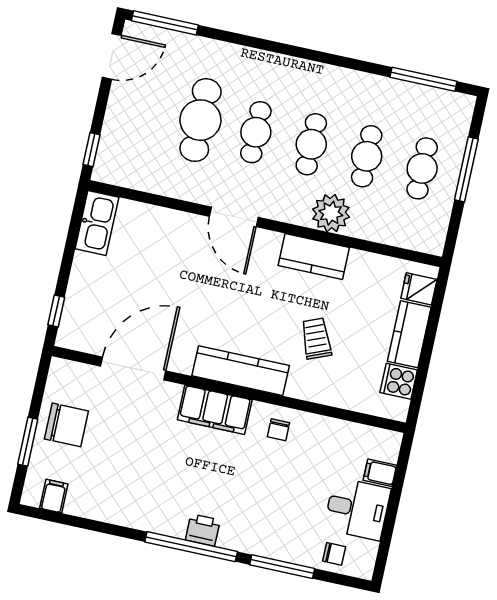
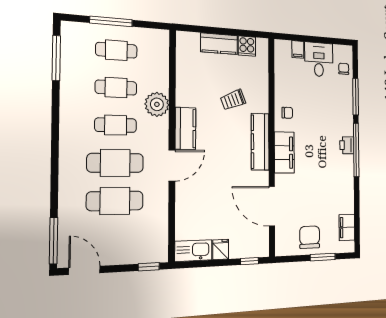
cafe table: (256, 132) -> (115, 163), width x1.37, depth x1.35
kitchen counter: (314, 256) -> (185, 128), moved
fridge: (419, 289) -> (221, 249), moved, turned 180
filing cabinet: (54, 496) -> (347, 227), width x2.00

